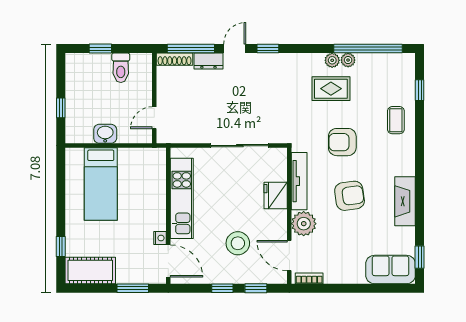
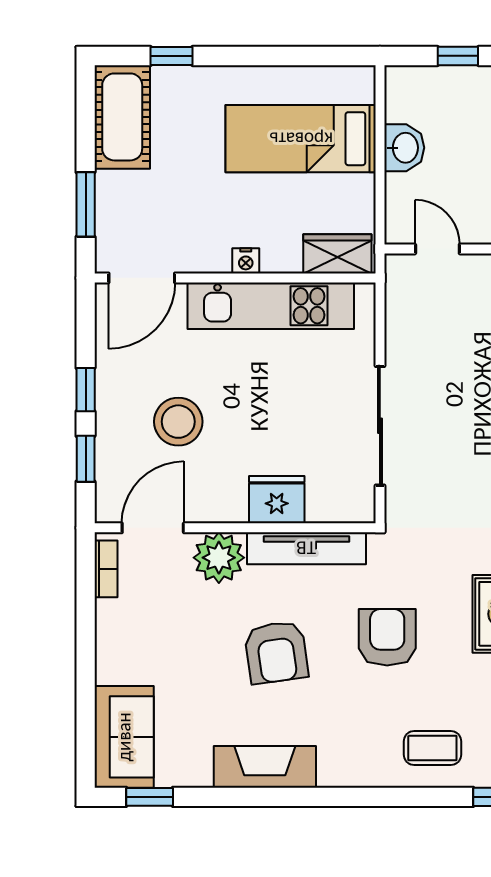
wardrobe: (157, 166) -> (337, 254), added
nightstand: (160, 238) -> (246, 261), moved

